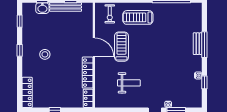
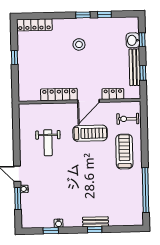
window: (20, 21) -> (104, 14), moved
window: (204, 45) -> (95, 230), width x0.46
locker: (88, 98) -> (113, 94), moved

